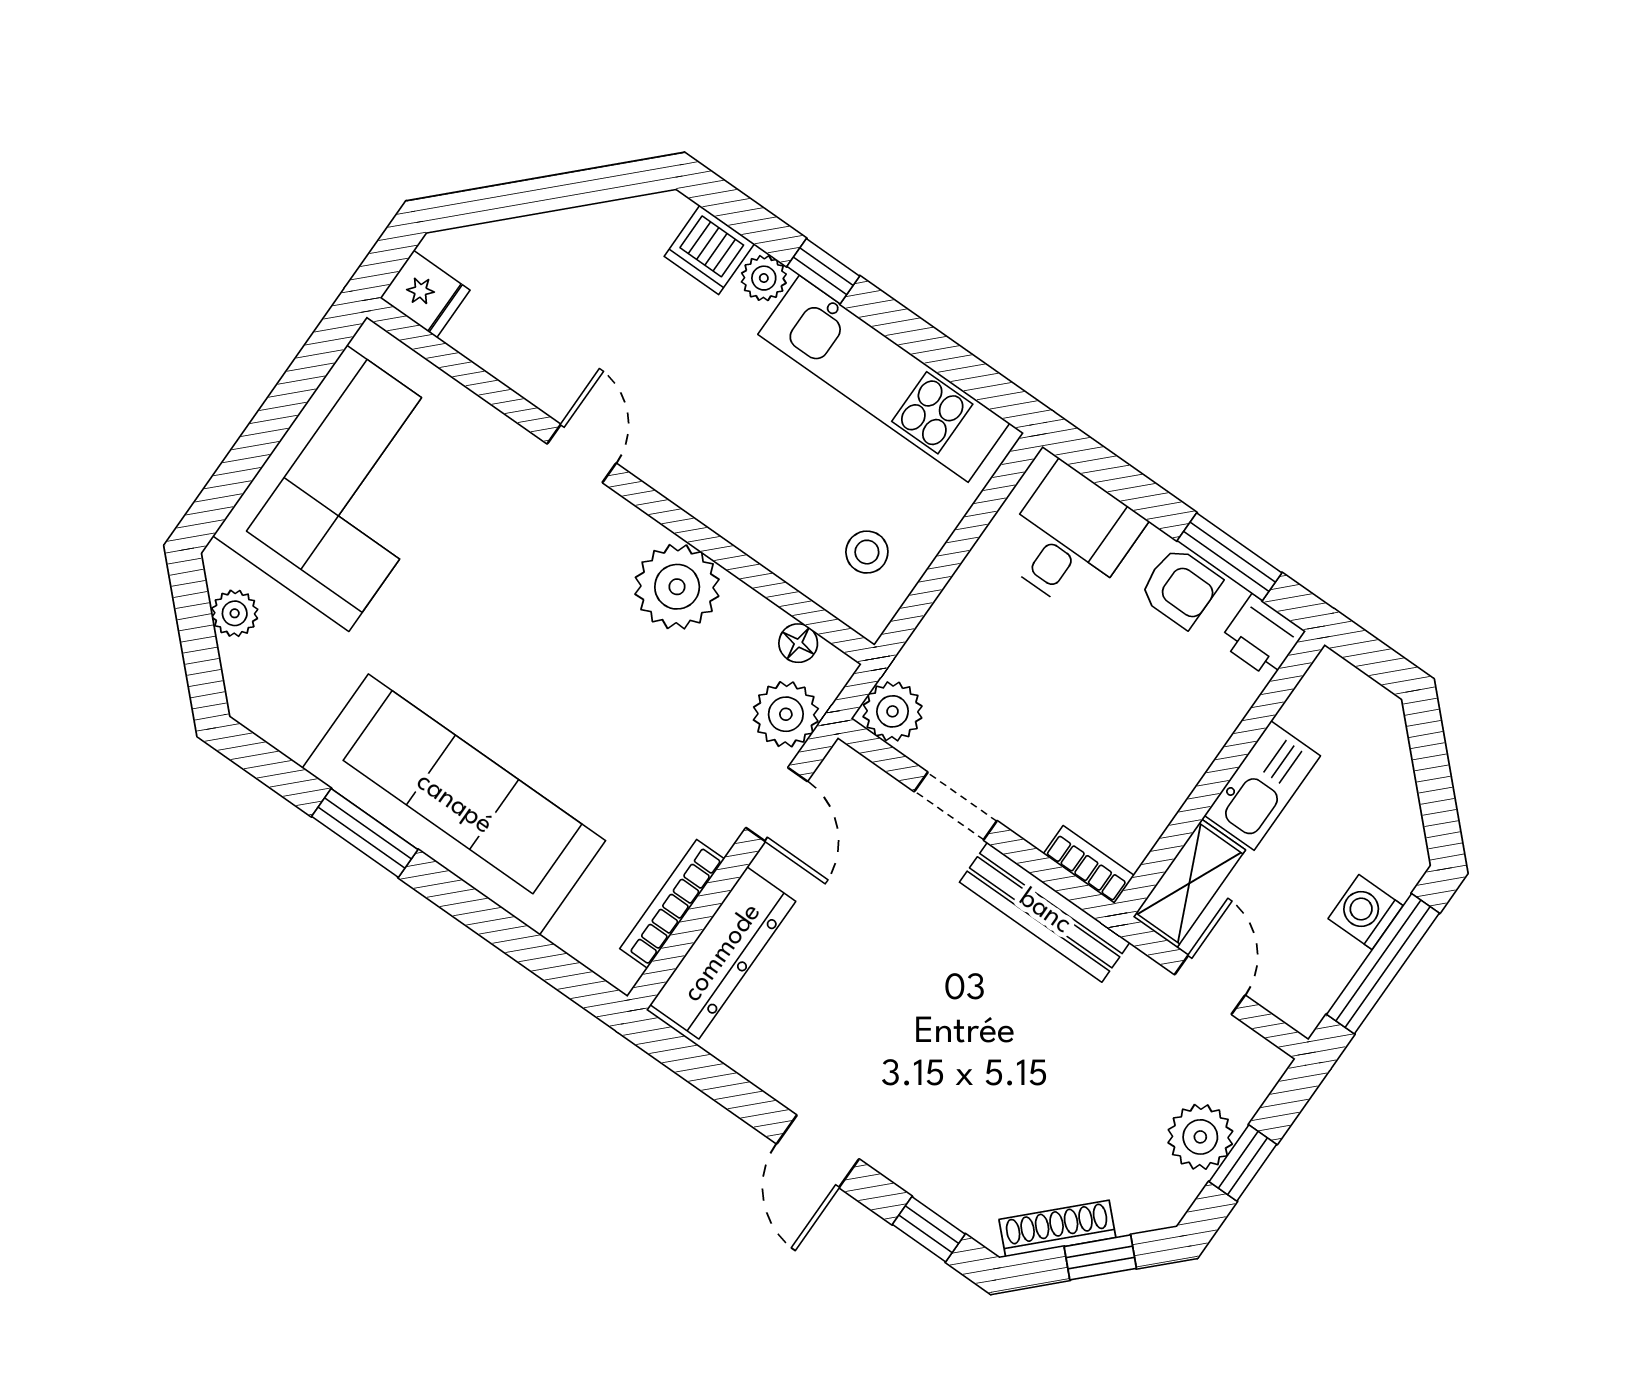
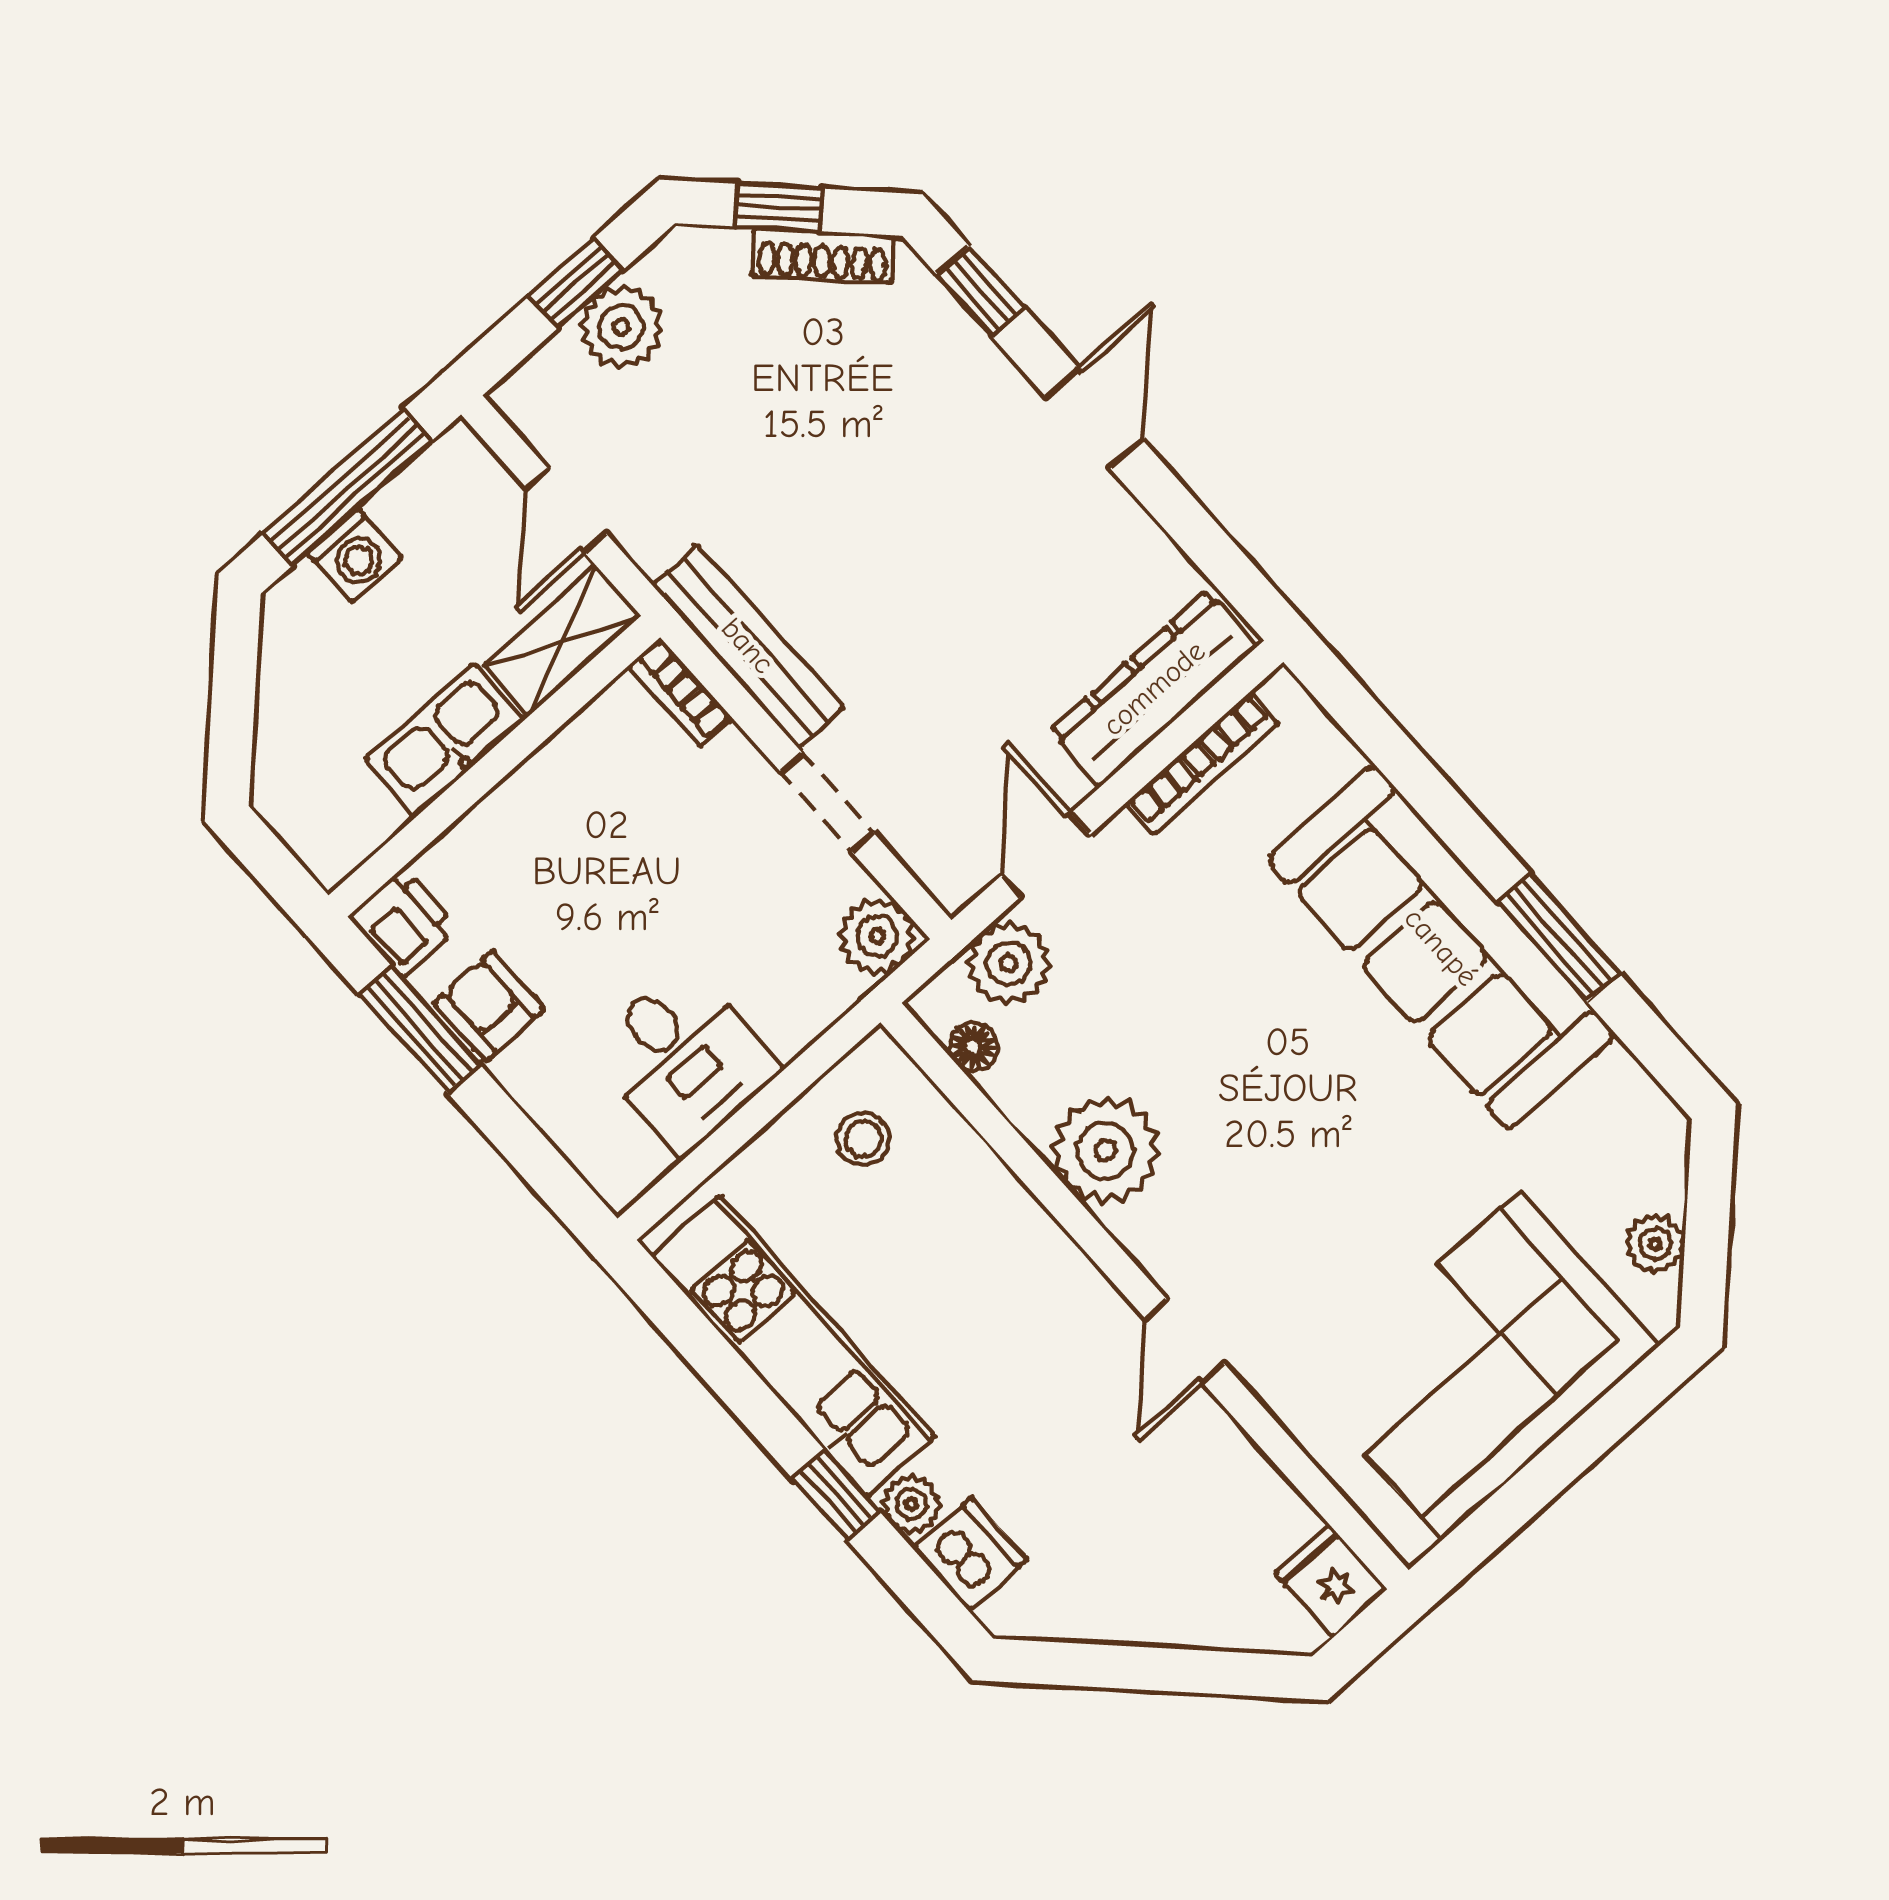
desk: (1070, 538) -> (684, 1059), moved, turned -90

